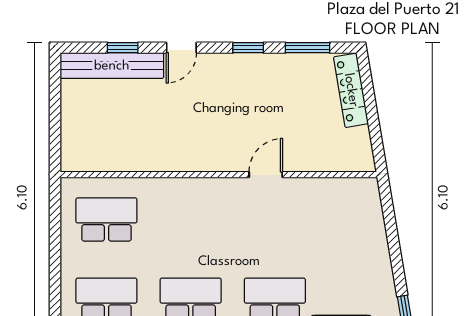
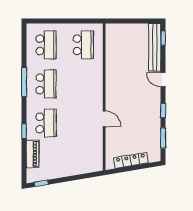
window: (123, 48) -> (163, 38), moved
locker: (351, 90) -> (131, 160), moved

